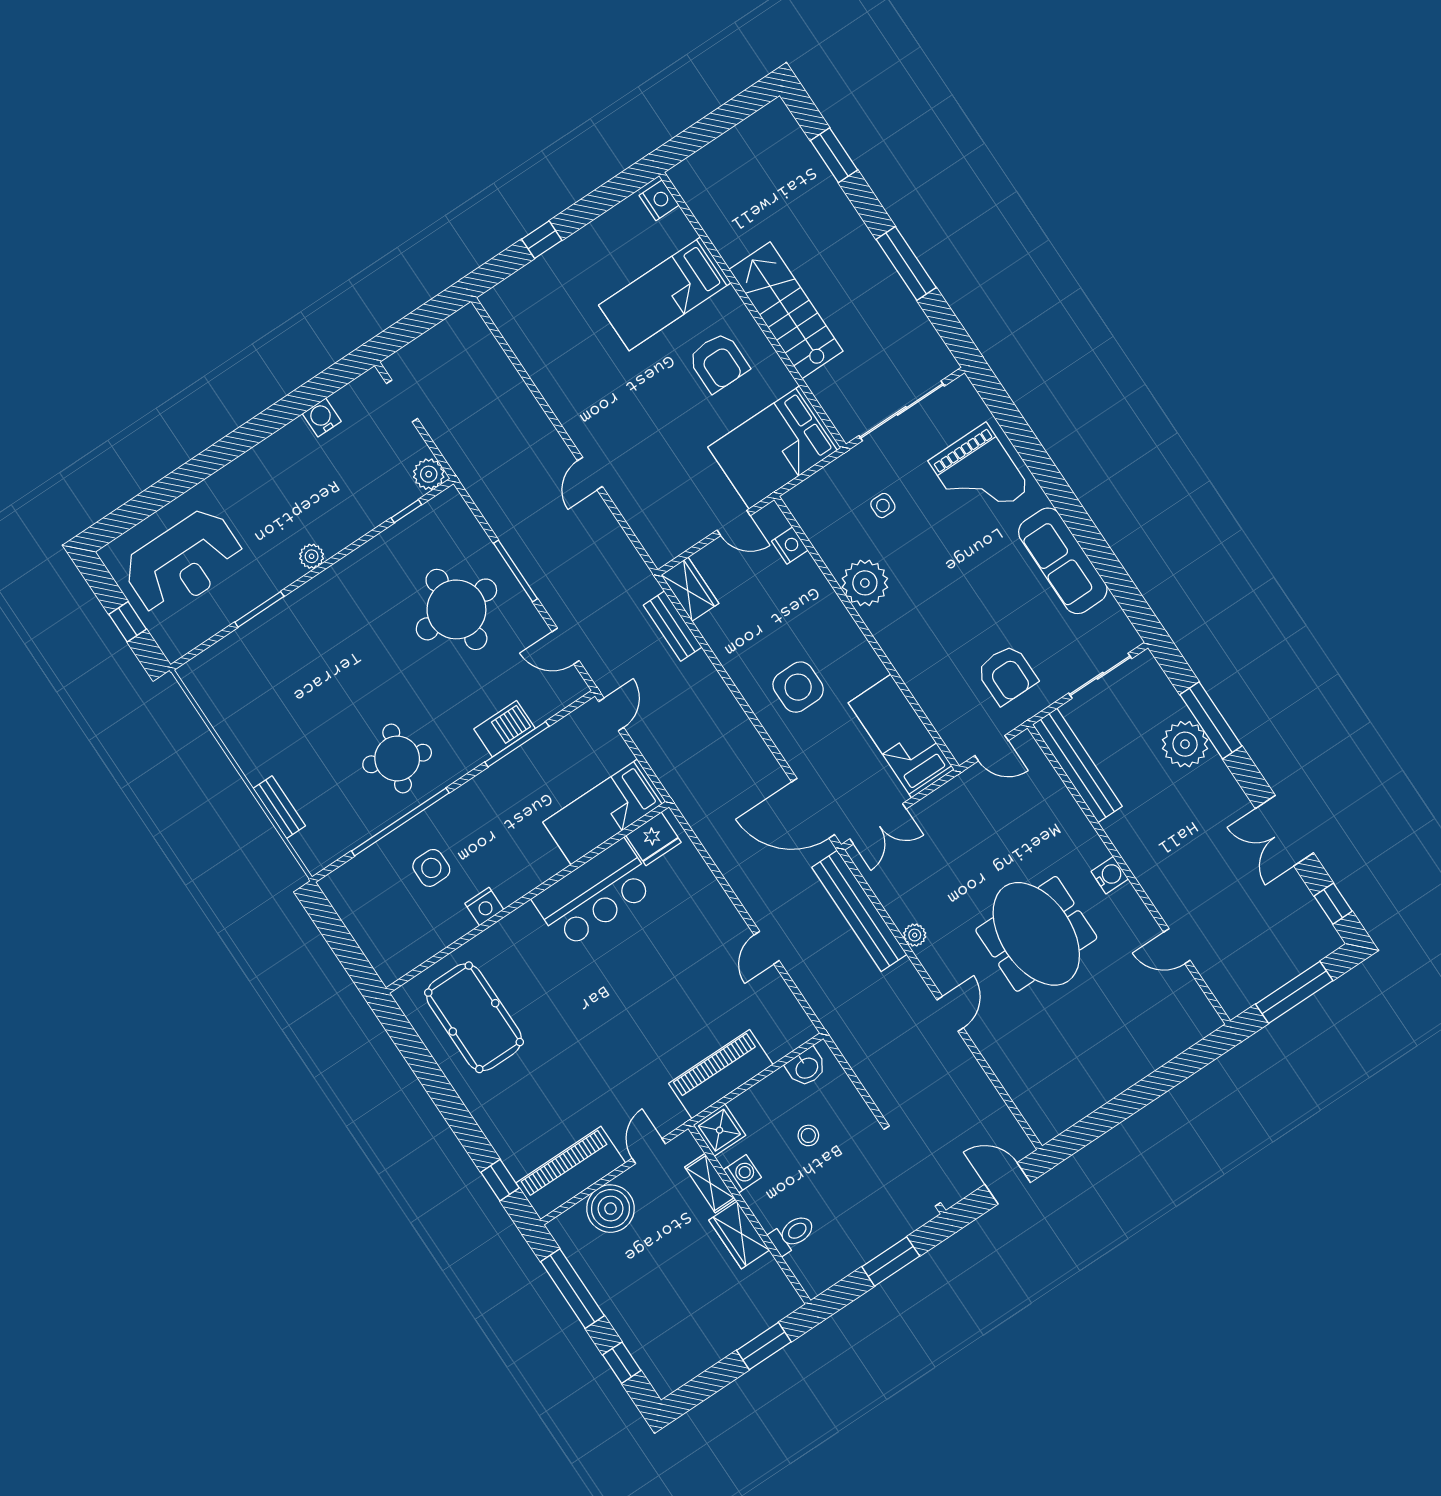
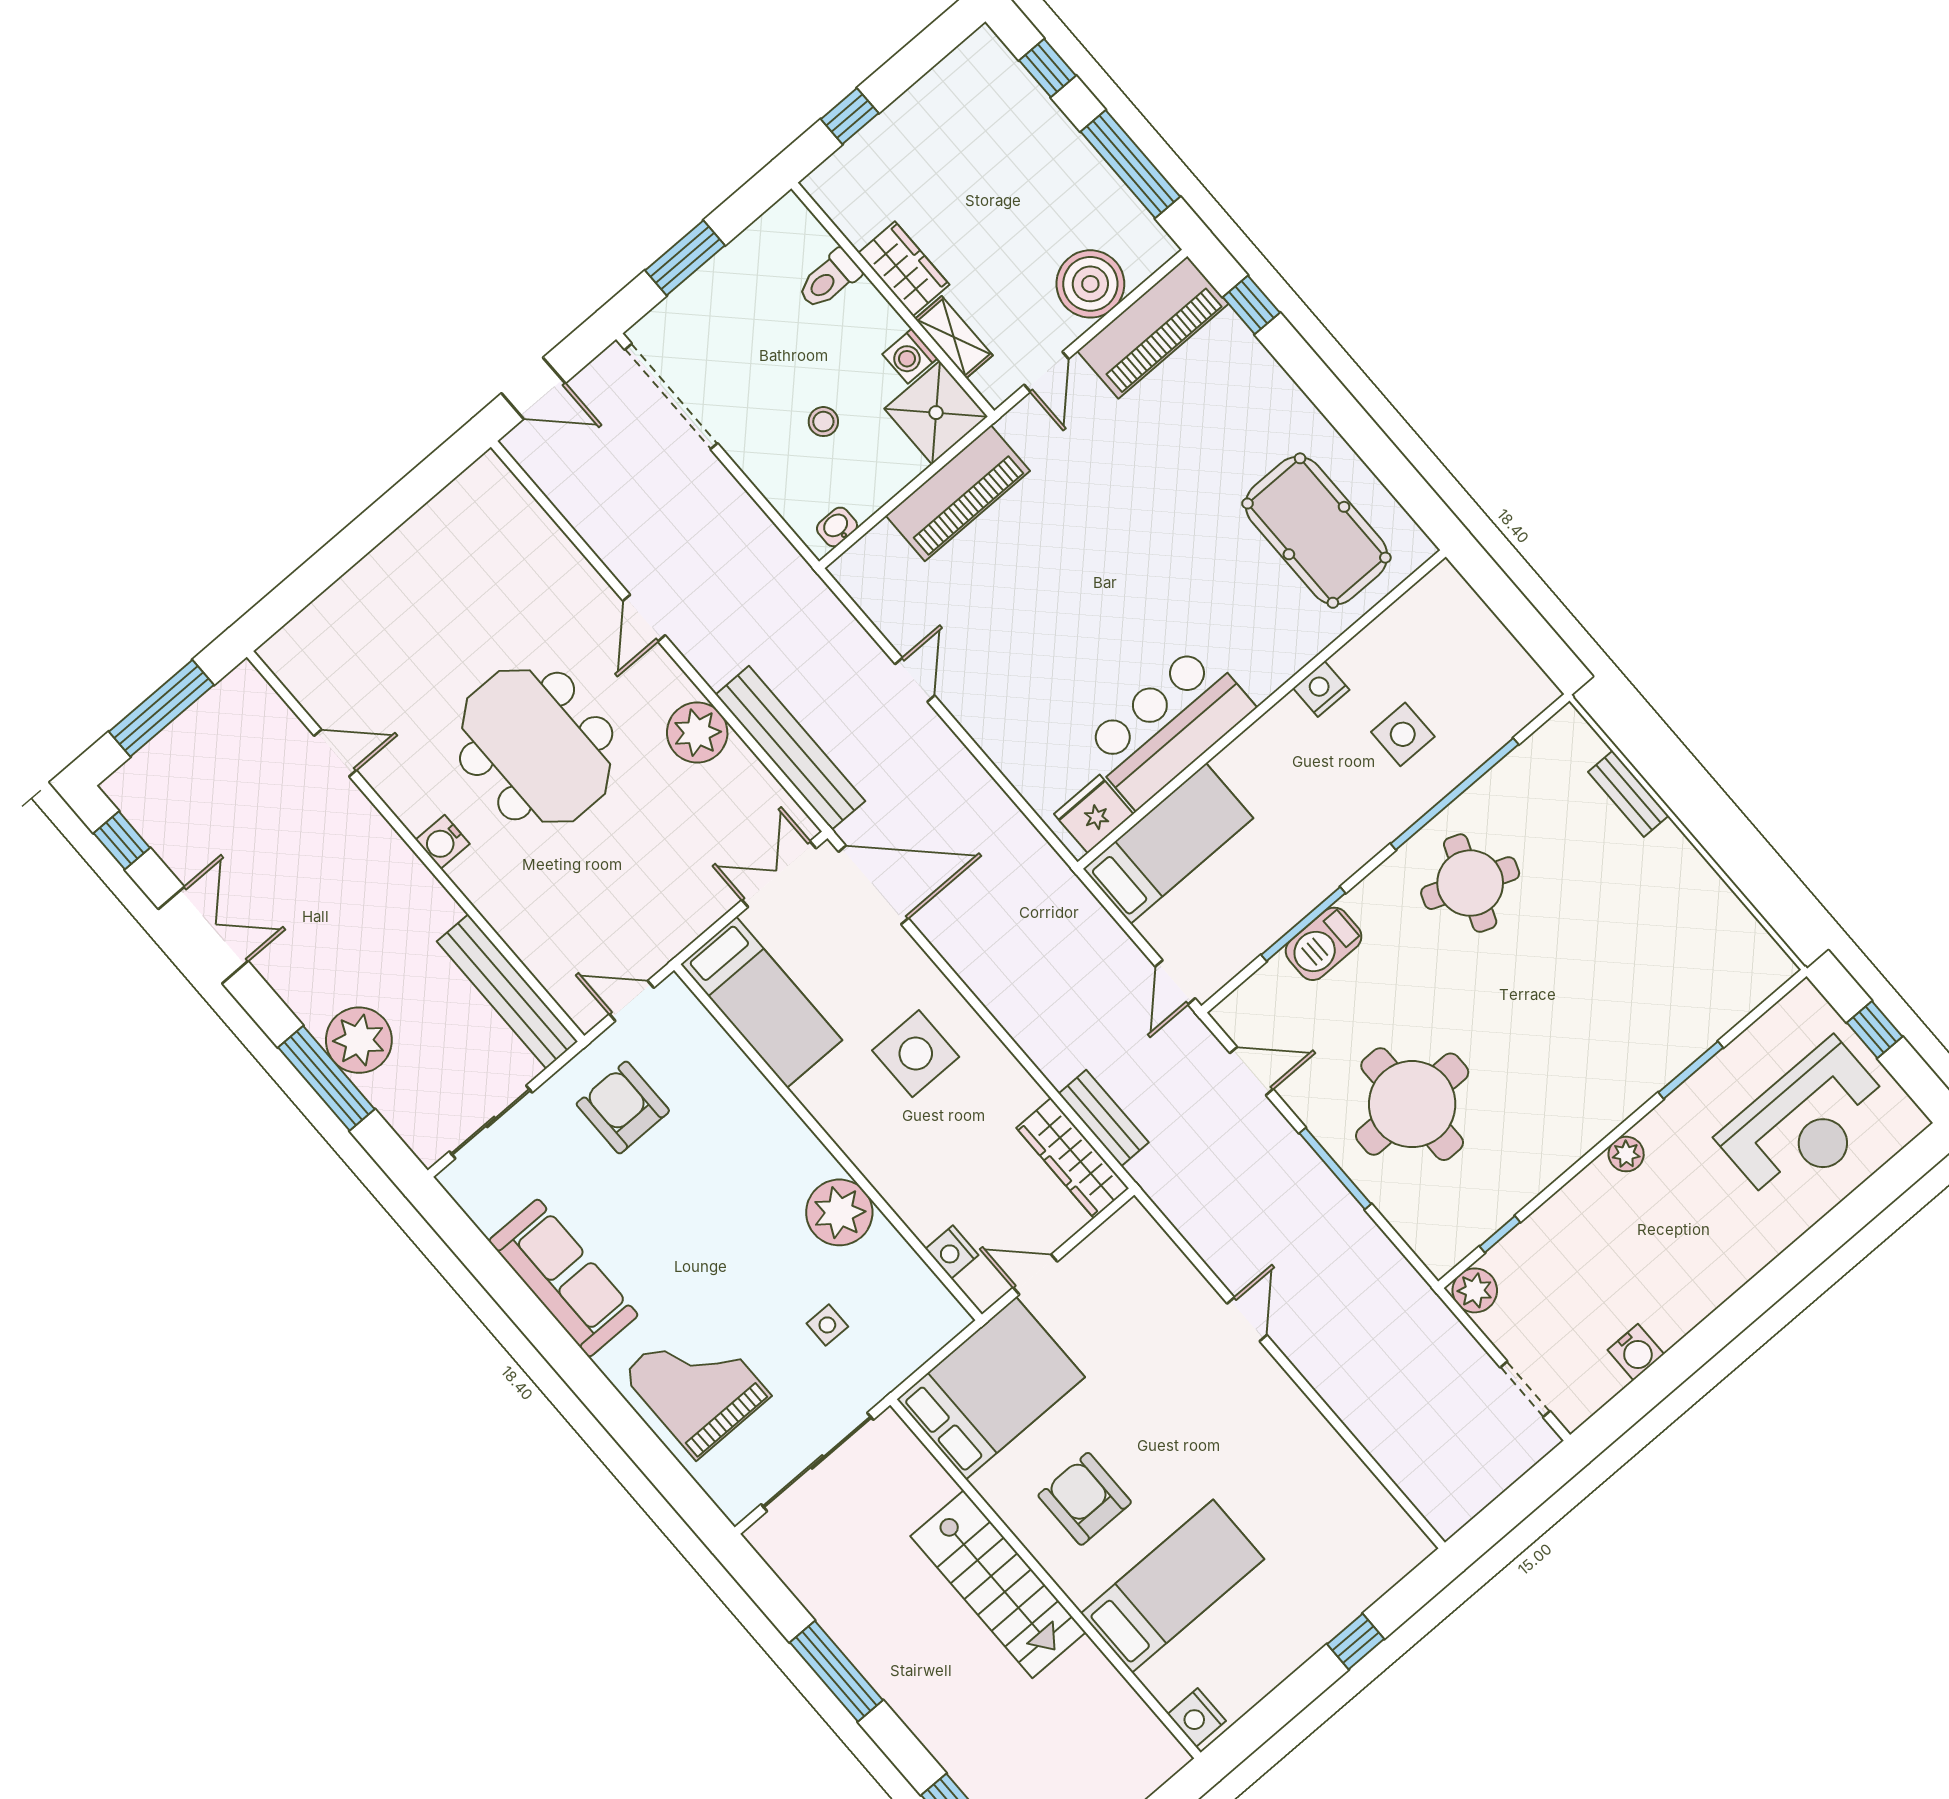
reception desk: (184, 562) -> (1806, 1123), turned 180
wardrobe: (690, 589) -> (1073, 1158), width x1.50
plant: (915, 935) -> (697, 733), width x1.88, depth x1.88
washbasin: (806, 1067) -> (837, 527), width x0.72, depth x0.69
shower: (719, 1130) -> (936, 413), width x1.36, depth x1.36
window: (764, 1346) -> (850, 116), width x0.67

